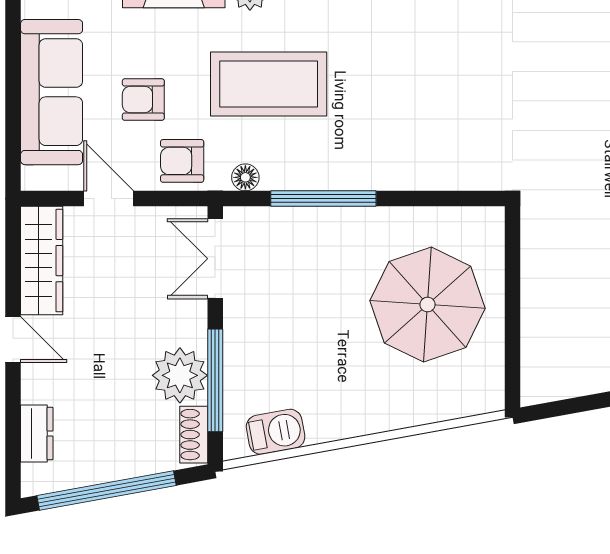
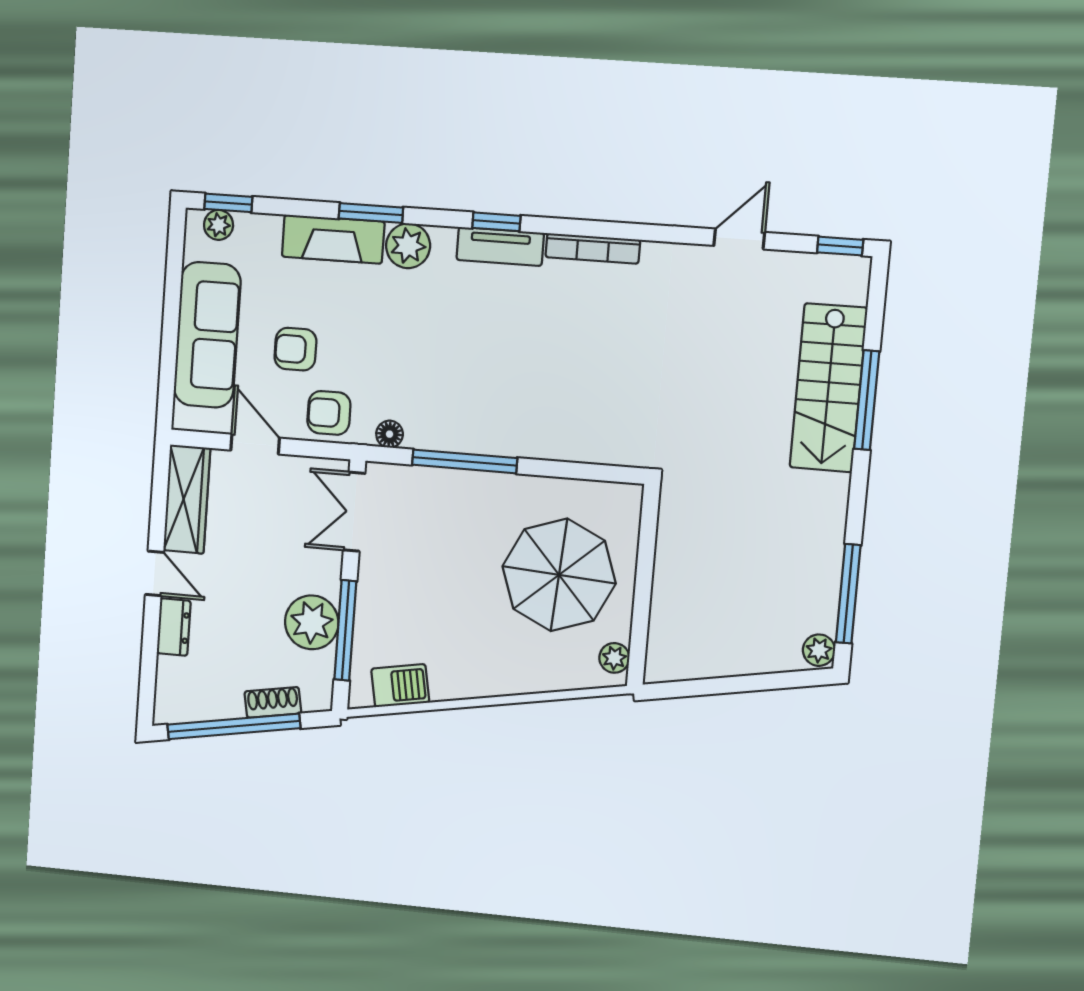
coffee table: (269, 84) -> (419, 343), removed
plant: (490, 383) -> (614, 658), added
dresser: (37, 433) -> (174, 627), moved
shoe rack: (194, 435) -> (273, 702), moved, turned 80

